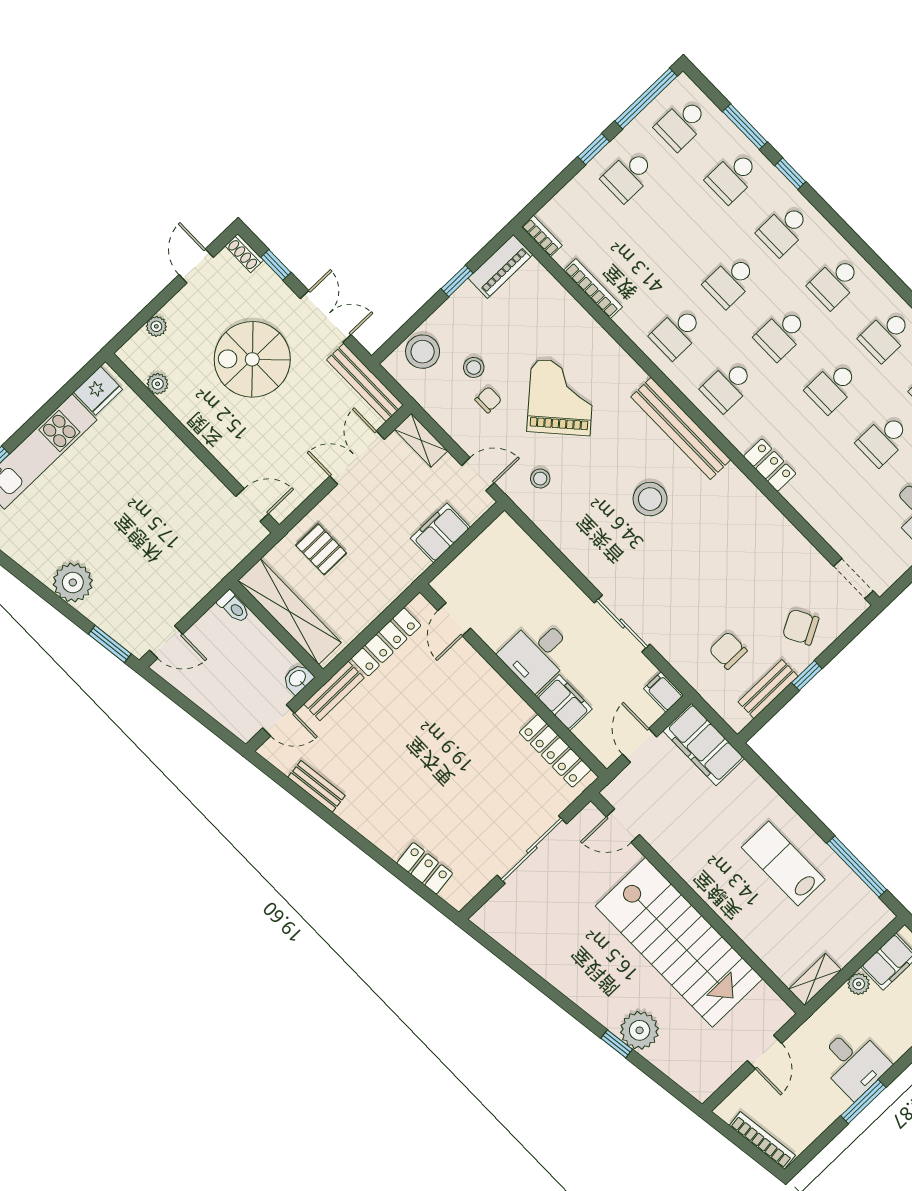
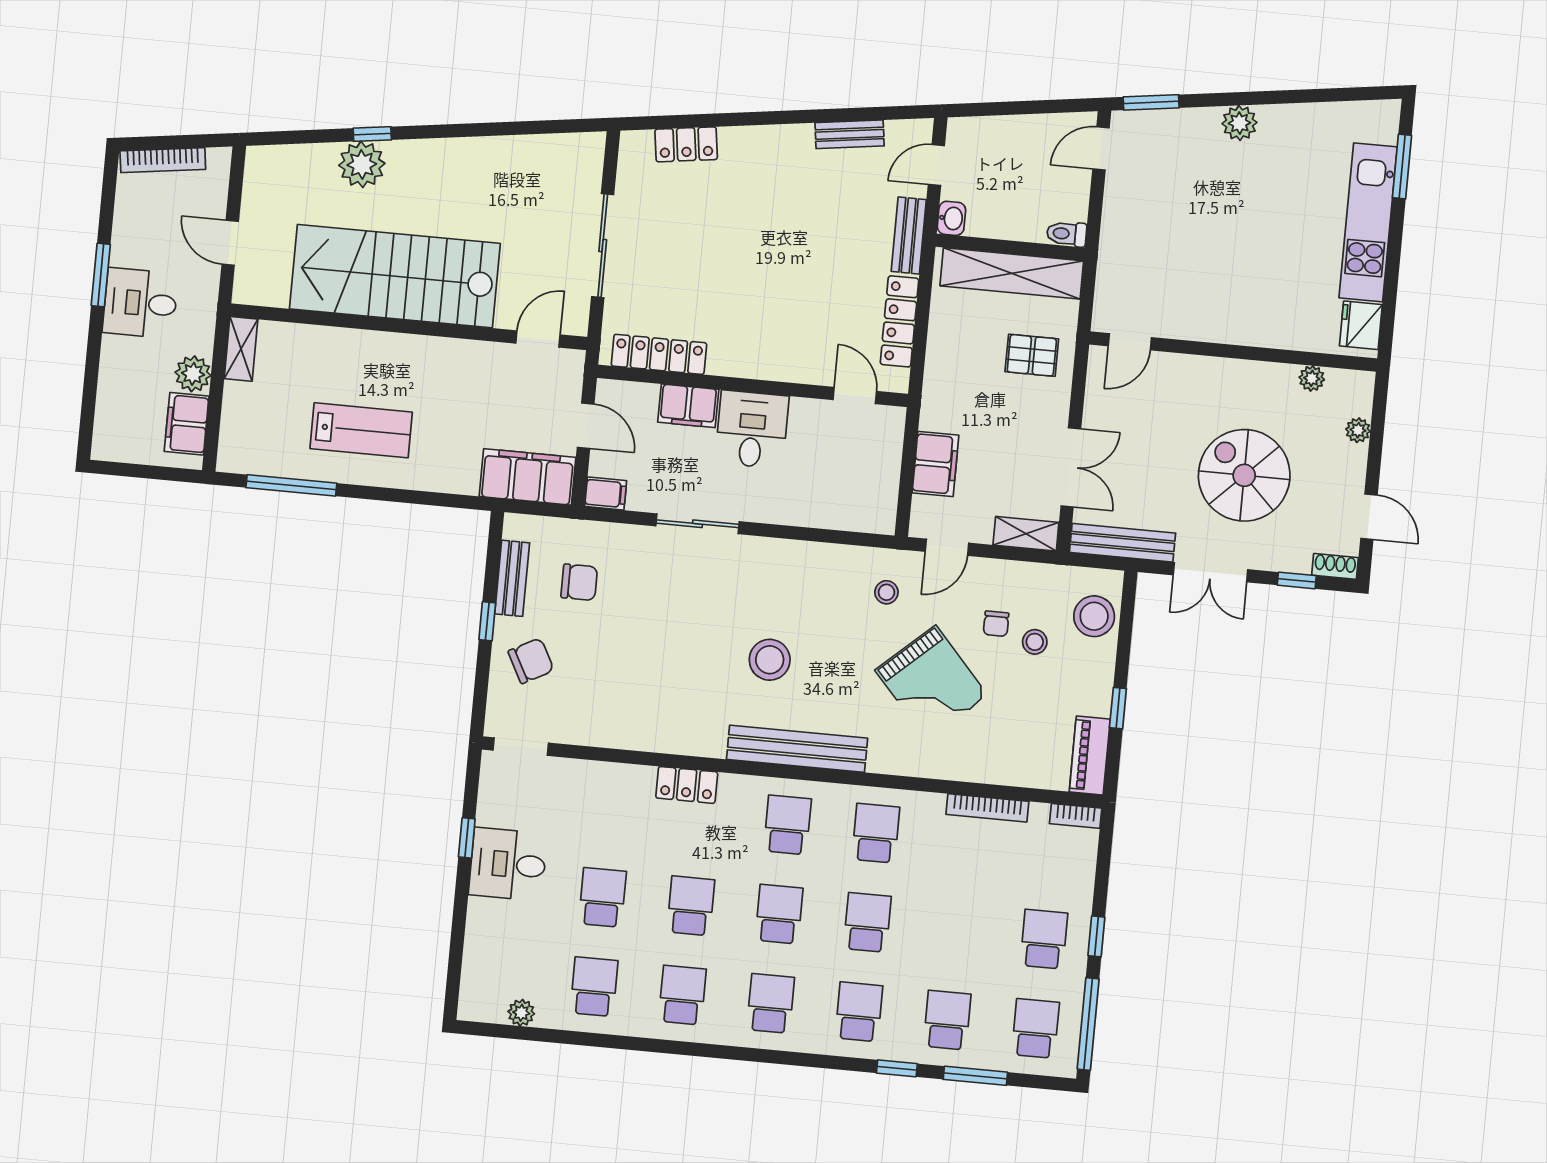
spiral stairs: (252, 359) -> (1244, 475), turned -90
plant: (73, 582) -> (1239, 123), width x0.73, depth x0.73
plant: (859, 984) -> (193, 374), width x1.38, depth x1.38

